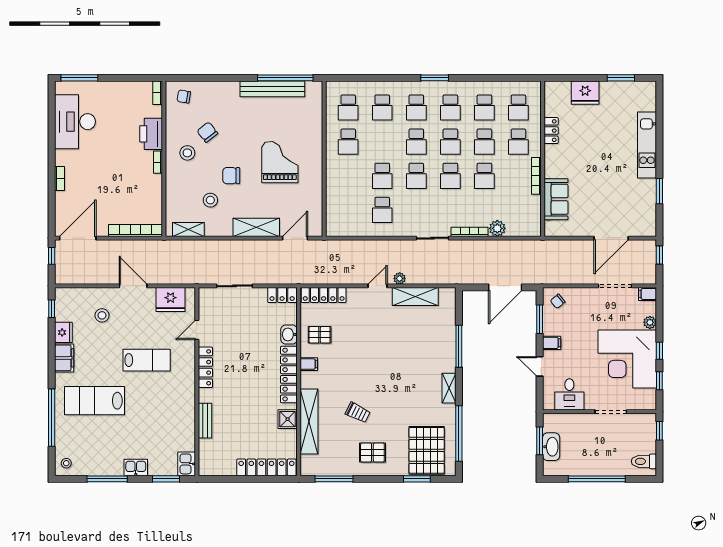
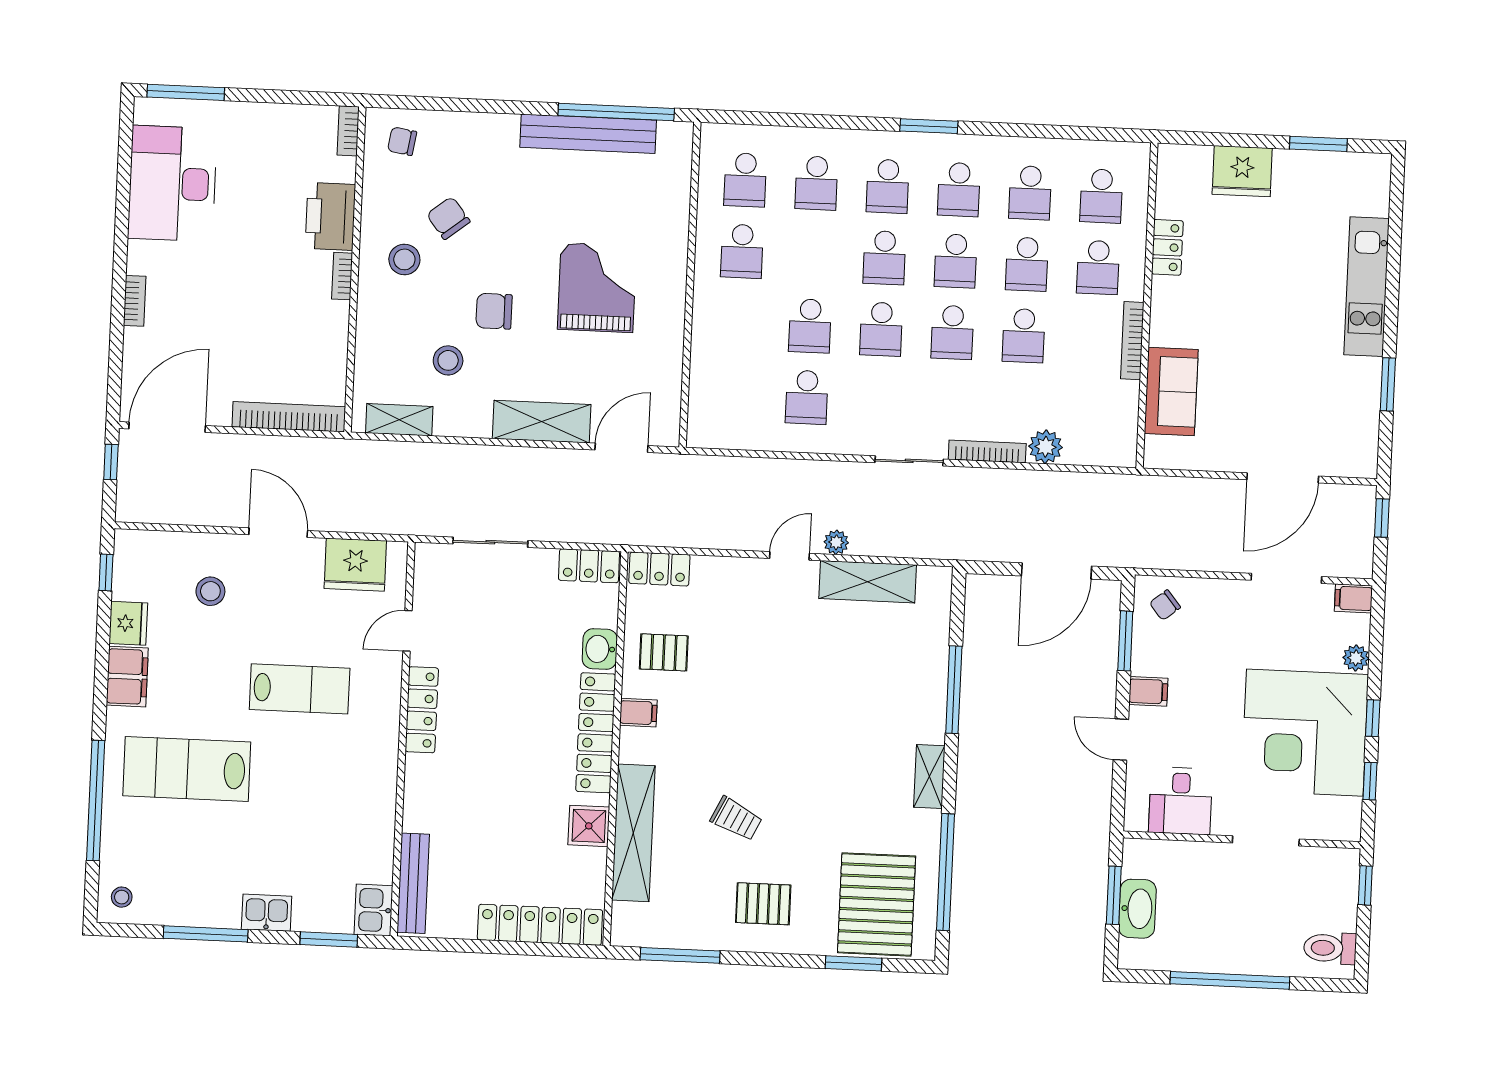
locker: (324, 295) -> (659, 569), width x0.66
bench: (205, 421) -> (413, 883), moved, width x1.36

